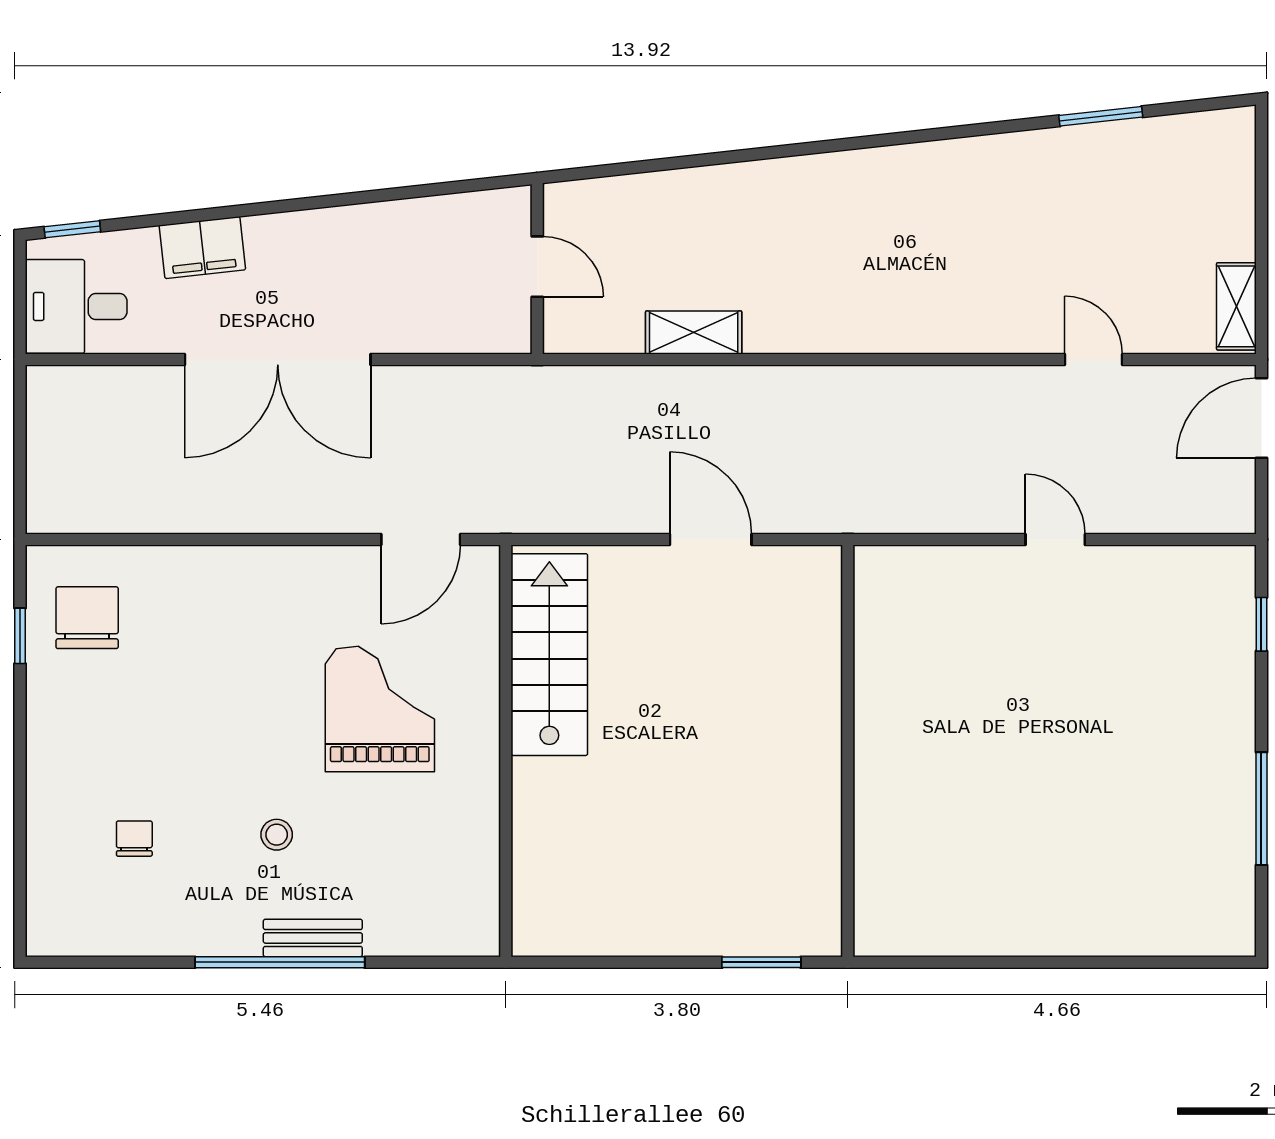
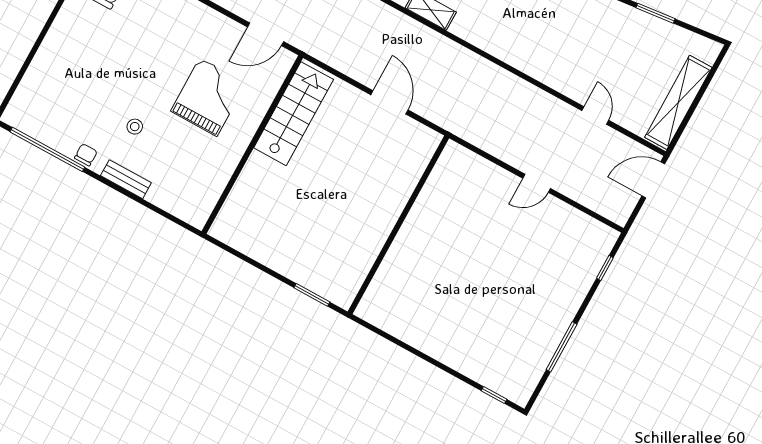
shelving: (1236, 306) -> (678, 102), width x2.20, depth x1.33
door: (1055, 539) -> (537, 183), swing flipped
chair: (134, 839) -> (86, 155), moved
window: (280, 962) -> (47, 149), moved
window: (1188, 962) -> (494, 395), added

